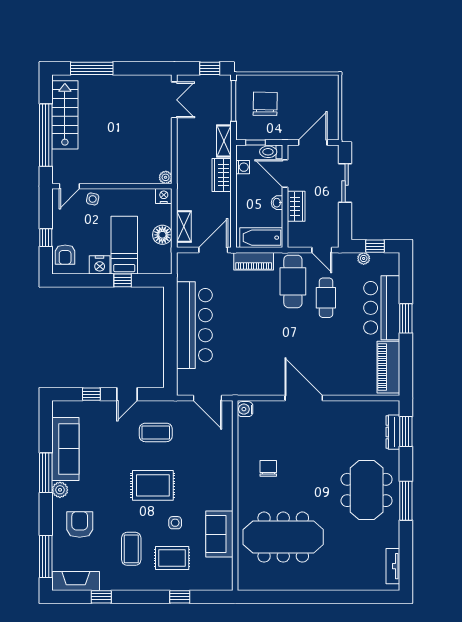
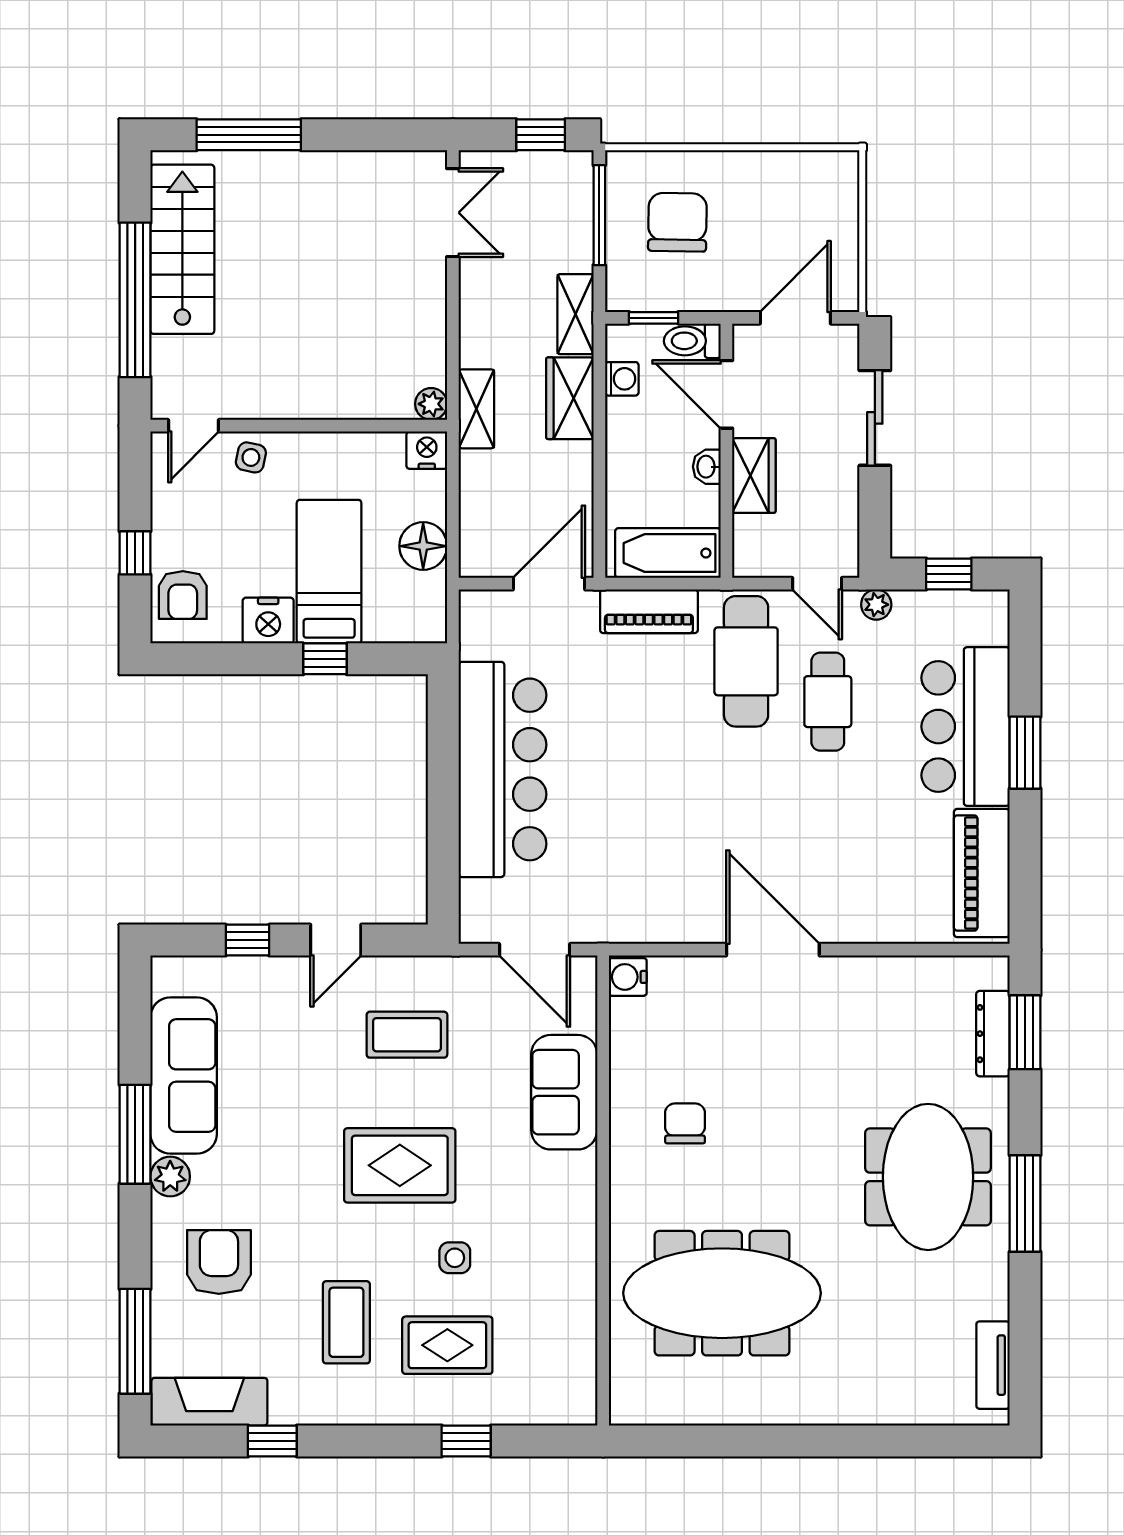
shelving: (184, 226) -> (476, 409), moved
plant: (364, 258) -> (876, 605), moved
sofa: (219, 534) -> (564, 1092), moved

